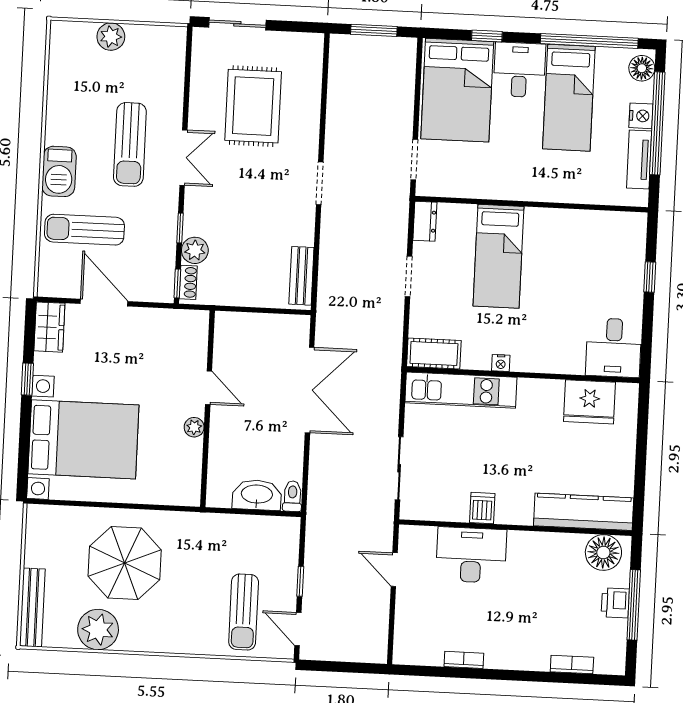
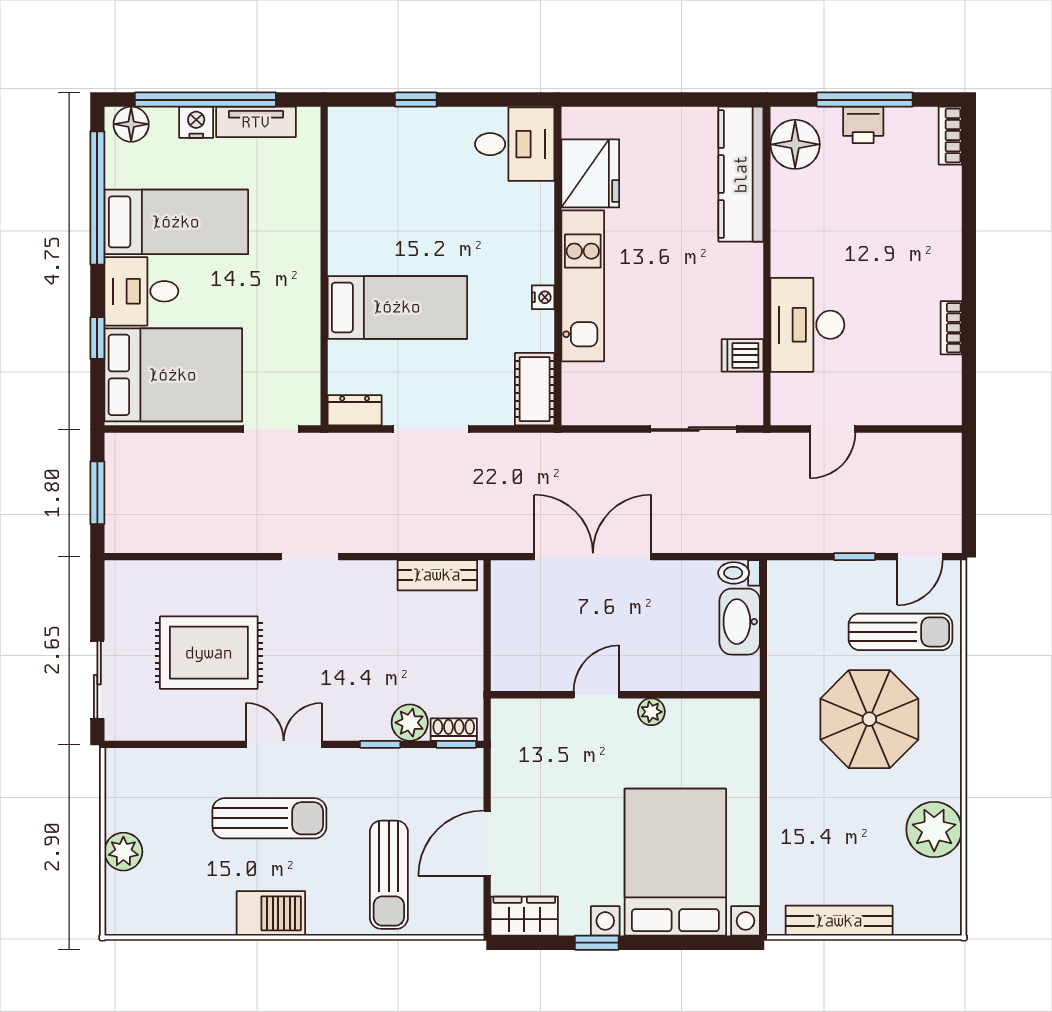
barbecue: (59, 171) -> (271, 913), moved
doorway: (408, 276) -> (431, 429), width x1.38
kitchen unit: (461, 390) -> (583, 286), moved
dishwasher: (482, 508) -> (742, 355), moved
parasol: (125, 563) -> (869, 719), moved
bench: (32, 607) -> (839, 921), moved
bookcase: (572, 665) -> (950, 136), moved

